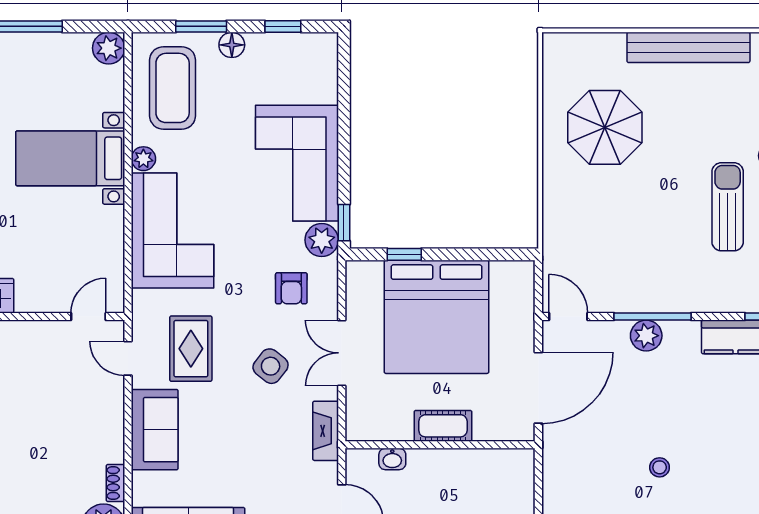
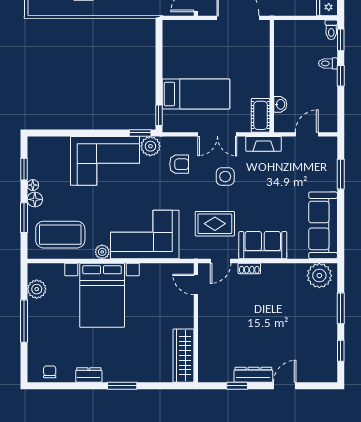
floor lamp: (256, 42) -> (33, 185), added
plant: (109, 48) -> (37, 289), moved
bed with nightstands: (70, 158) -> (102, 295), width x1.36
window: (404, 254) -> (159, 115), moved
bed: (436, 317) -> (196, 94), width x0.49
side table: (271, 366) -> (225, 177), turned -38
cot: (443, 426) -> (261, 115), moved
shoe rack: (115, 483) -> (249, 268), moved

